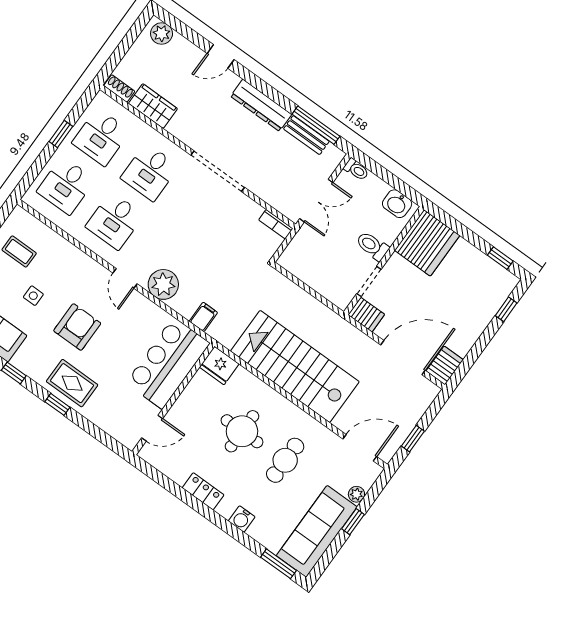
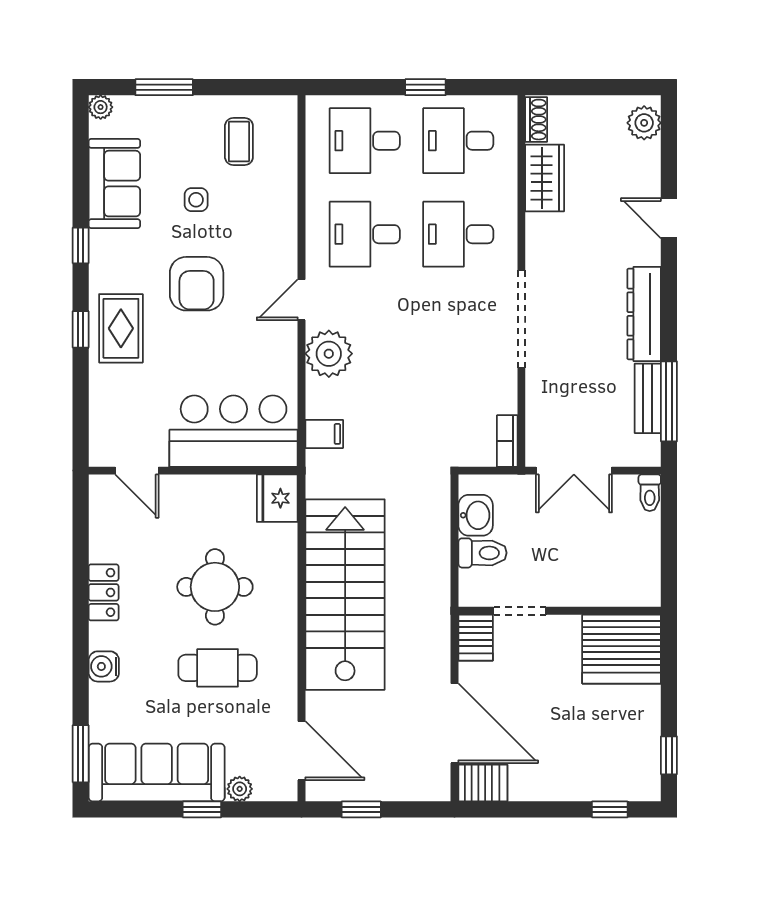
washbasin: (397, 204) -> (476, 515), moved, turned 180
toilet: (372, 246) -> (483, 553), moved, turned 90
armchair: (77, 327) -> (197, 284), turned 90

